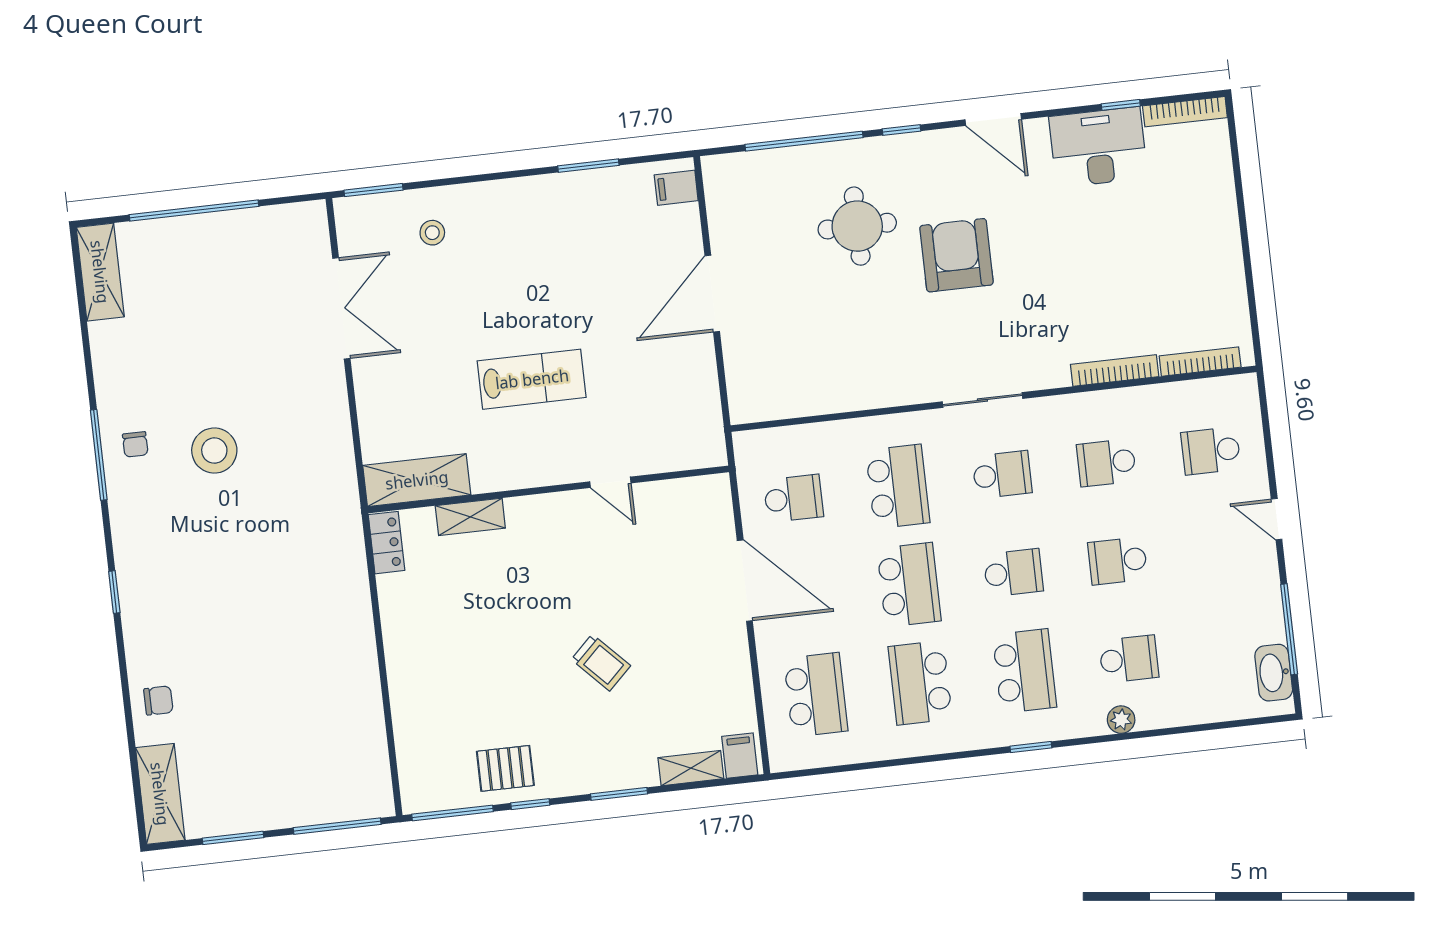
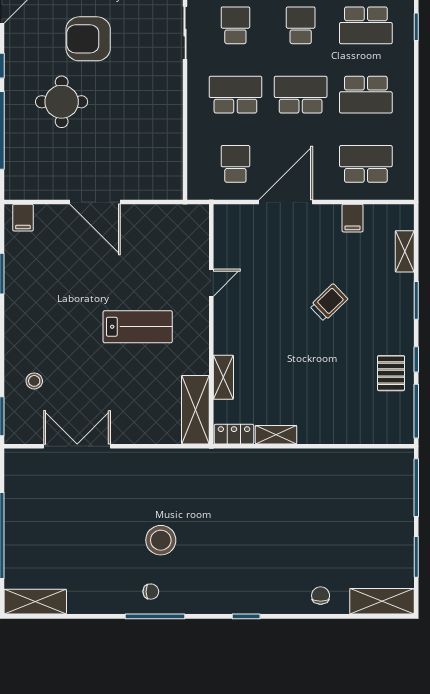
lab bench: (532, 379) -> (138, 327), turned 90
shelving: (393, 606) -> (276, 435), added
school desk: (1025, 671) -> (366, 25), turned 180
filing cabinet: (740, 756) -> (353, 218), moved, turned -90

